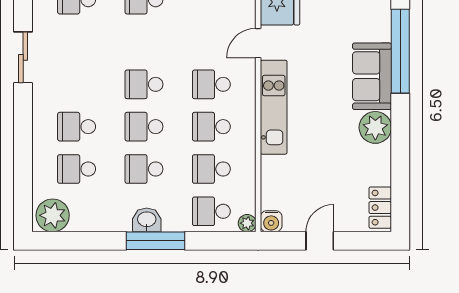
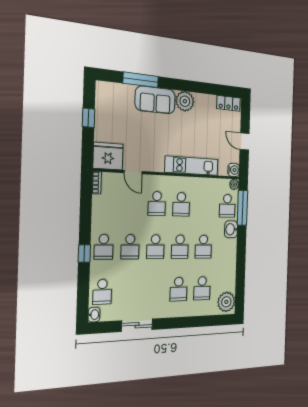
window: (400, 51) -> (141, 80), width x0.68
kitchen unit: (274, 107) -> (192, 166), moved
school desk: (211, 169) -> (130, 247), moved
washbasin: (147, 220) -> (231, 229), moved
window: (156, 241) -> (242, 208), moved

